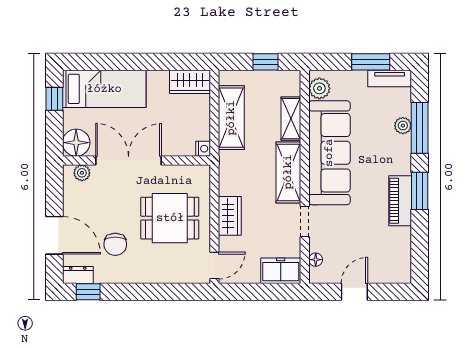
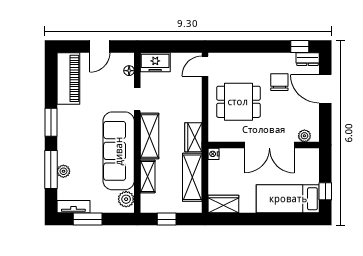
floor lamp: (76, 143) -> (309, 158), removed
piano: (400, 201) -> (68, 78), moved, width x1.37, depth x1.33
wardrobe: (230, 216) -> (193, 137), moved

